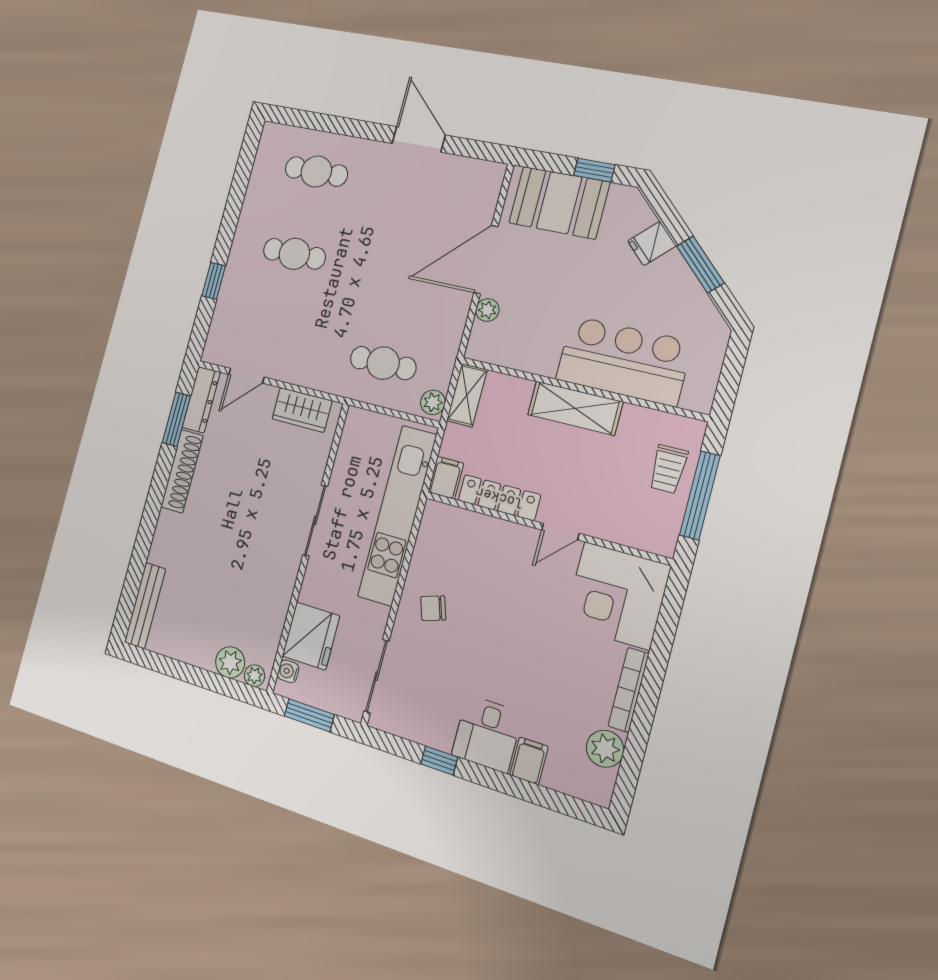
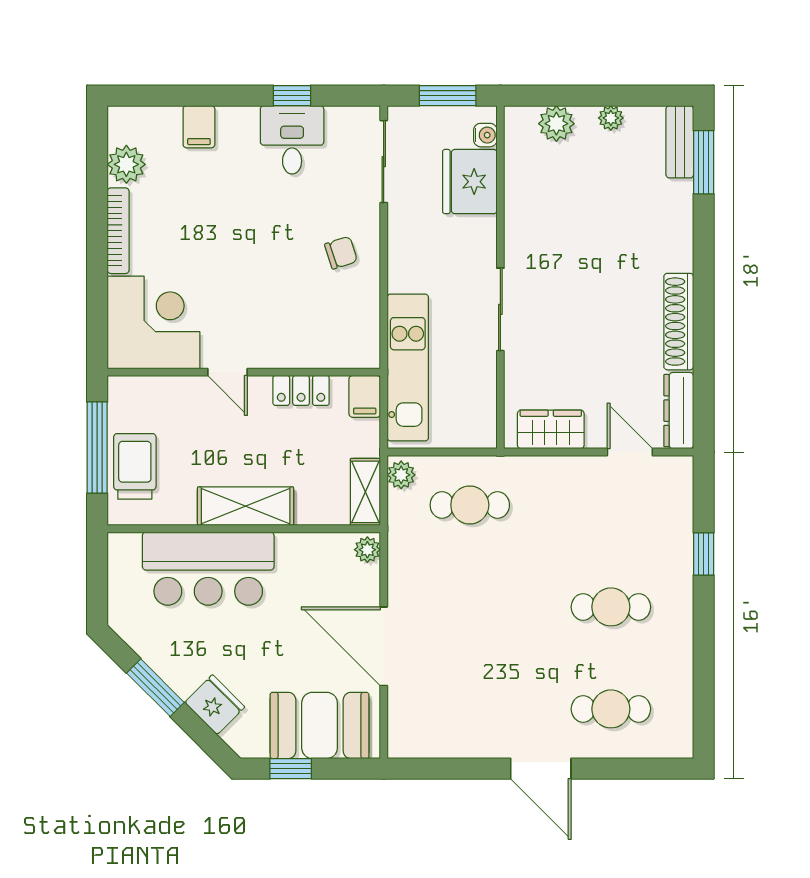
door: (419, 139) -> (541, 769), moved
fridge: (652, 243) -> (215, 705), width x1.38
door: (486, 260) -> (384, 646), swing flipped
plant: (487, 310) -> (367, 550), moved
door: (246, 376) -> (630, 452), hinge flipped
window: (176, 419) -> (704, 162), moved
trolley: (668, 469) -> (135, 466), width x1.36, depth x1.39
locker: (499, 498) -> (301, 390), width x0.66
kitchen unit: (397, 516) -> (408, 368), width x0.73
door: (560, 532) -> (227, 372), swing flipped
bench: (145, 606) -> (680, 142), width x0.73
plant: (254, 676) -> (611, 118), moved
desk: (487, 734) -> (292, 140), moved

